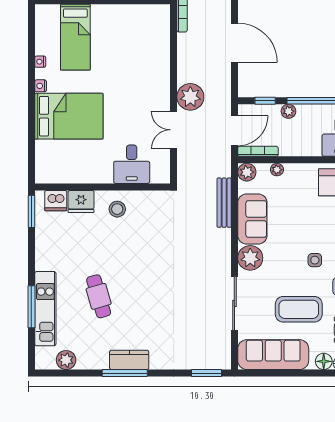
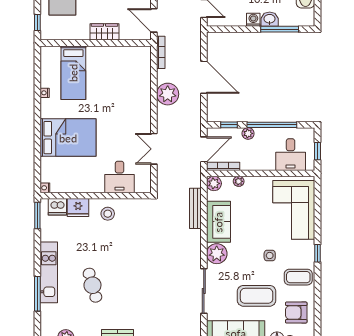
nightstand: (41, 86) -> (45, 188), moved
plant: (190, 97) -> (168, 94), moved
kitchen unit: (45, 309) -> (49, 272), moved

